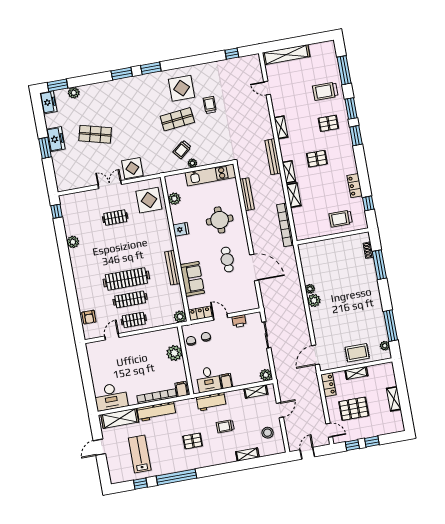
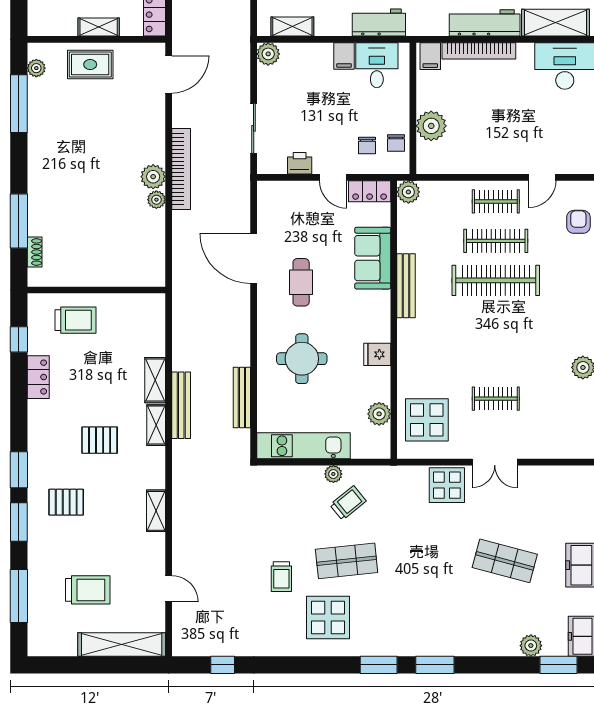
trolley: (325, 91) -> (88, 590), moved
bench: (273, 157) -> (181, 405), moved
bookcase: (285, 225) -> (181, 169), moved

